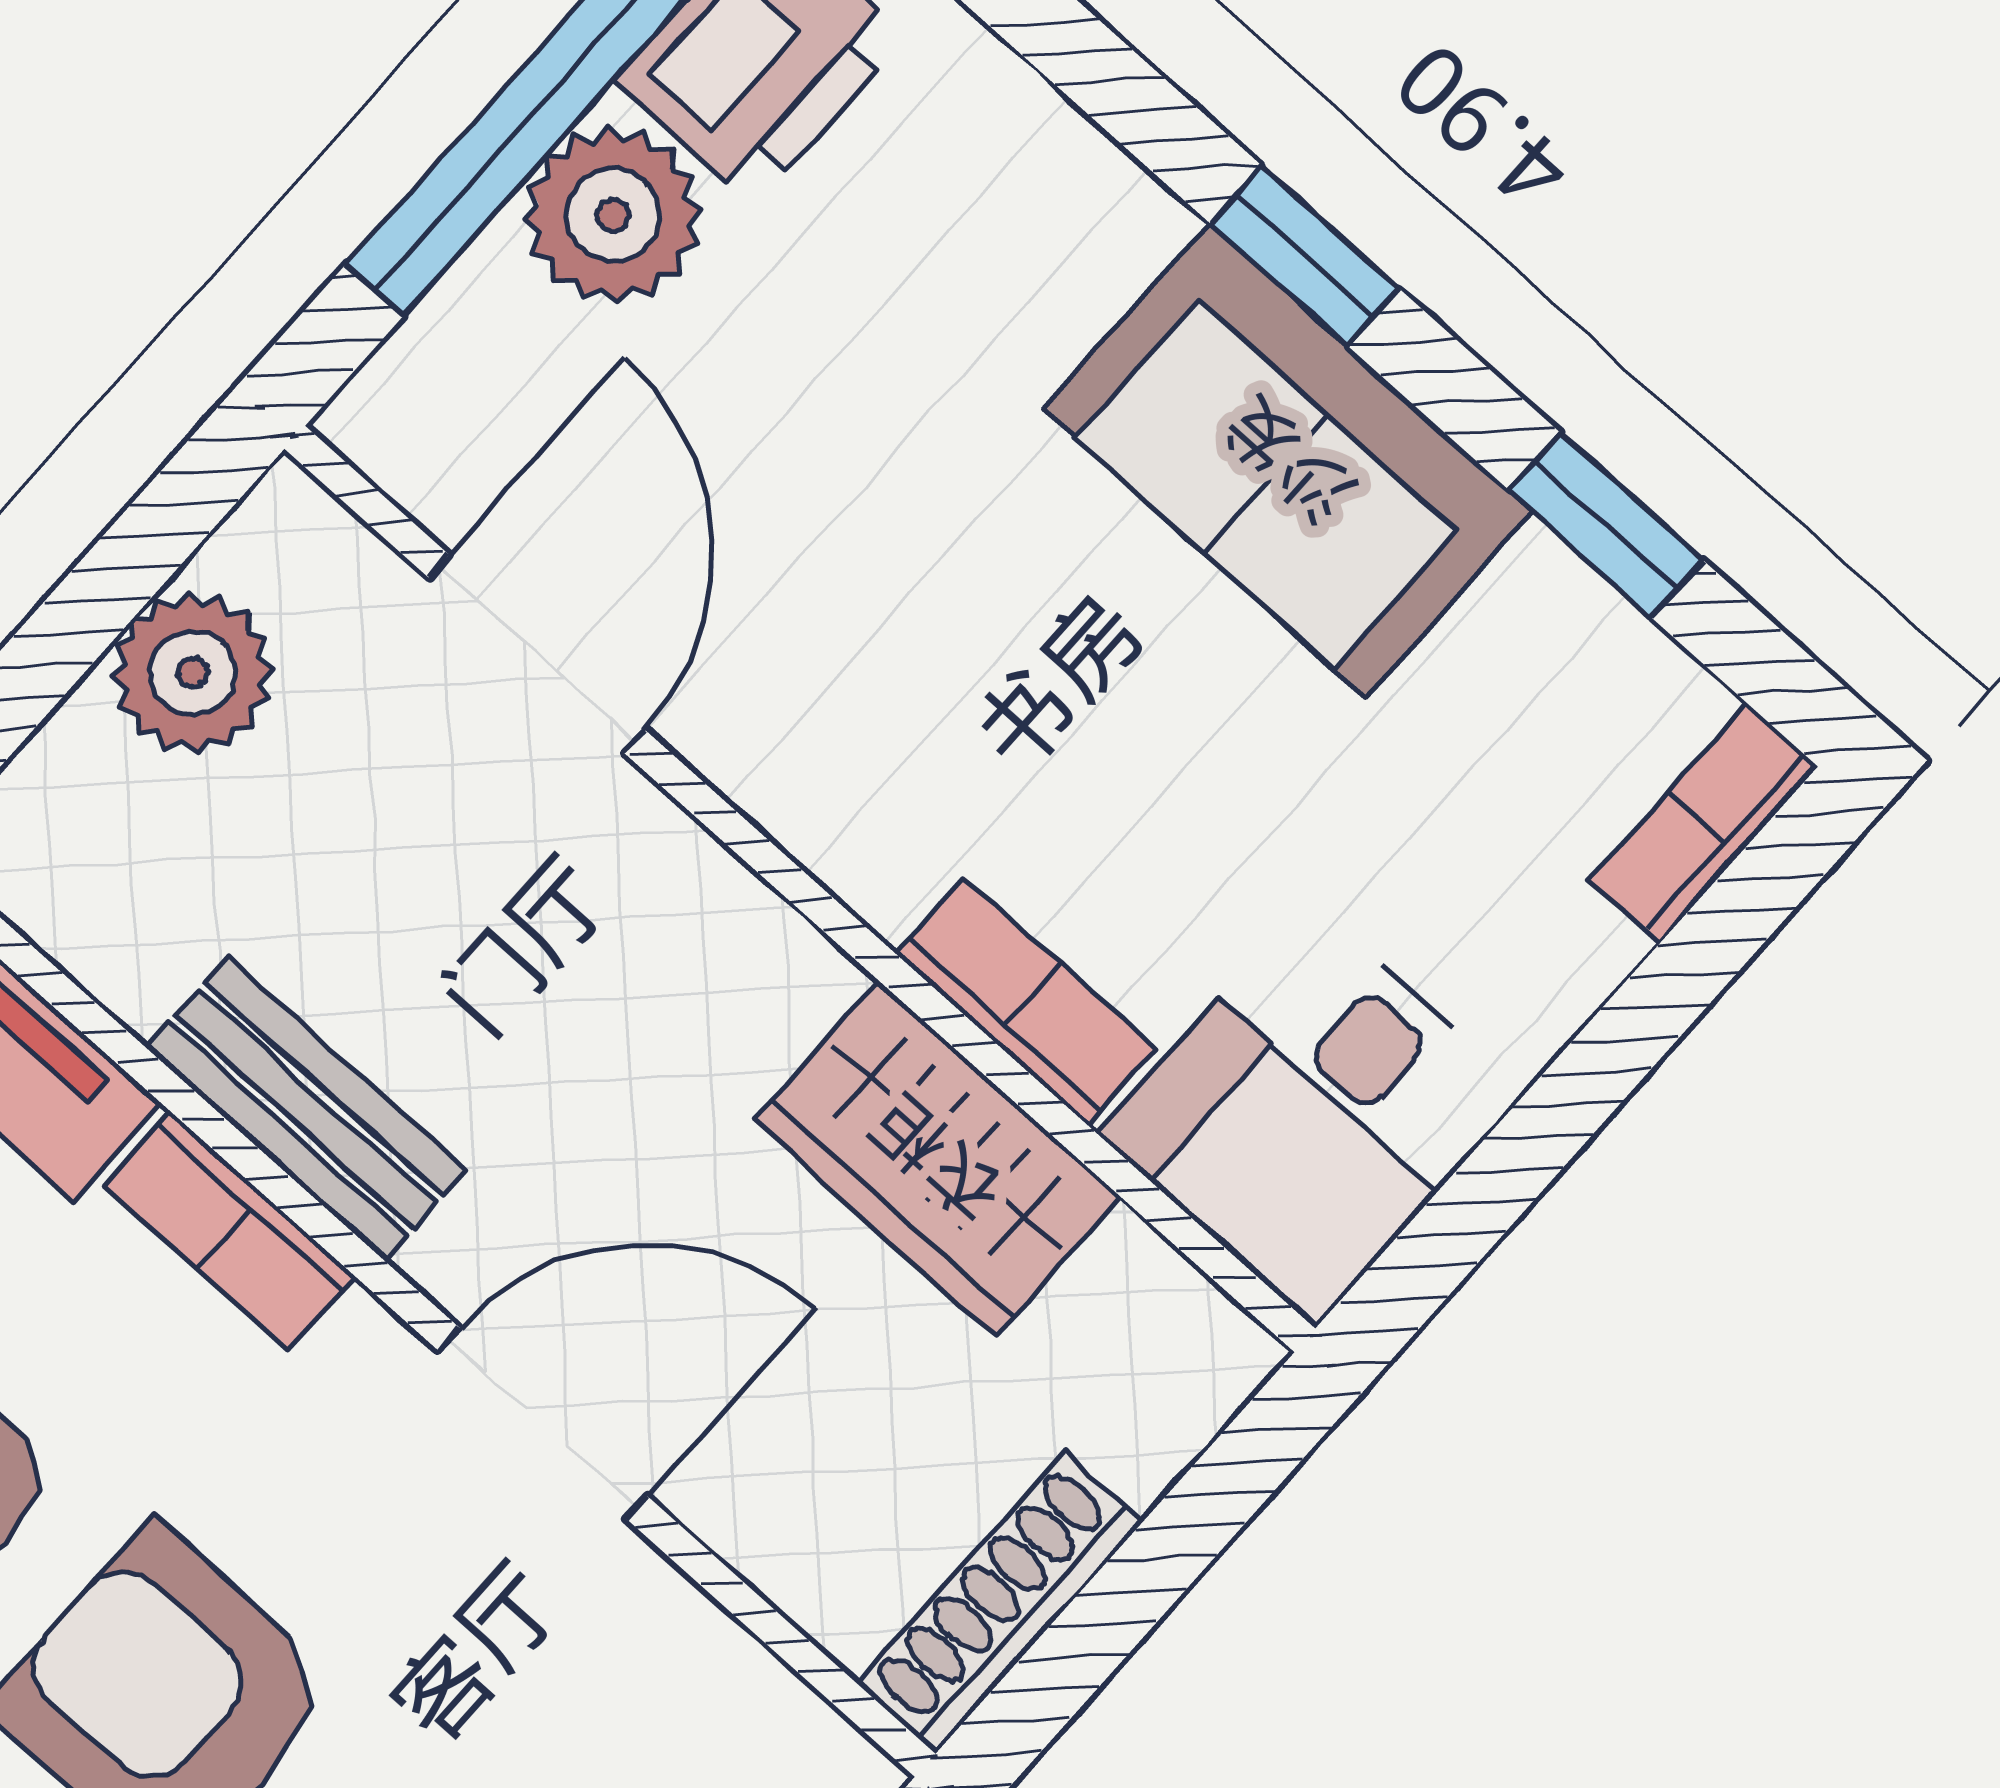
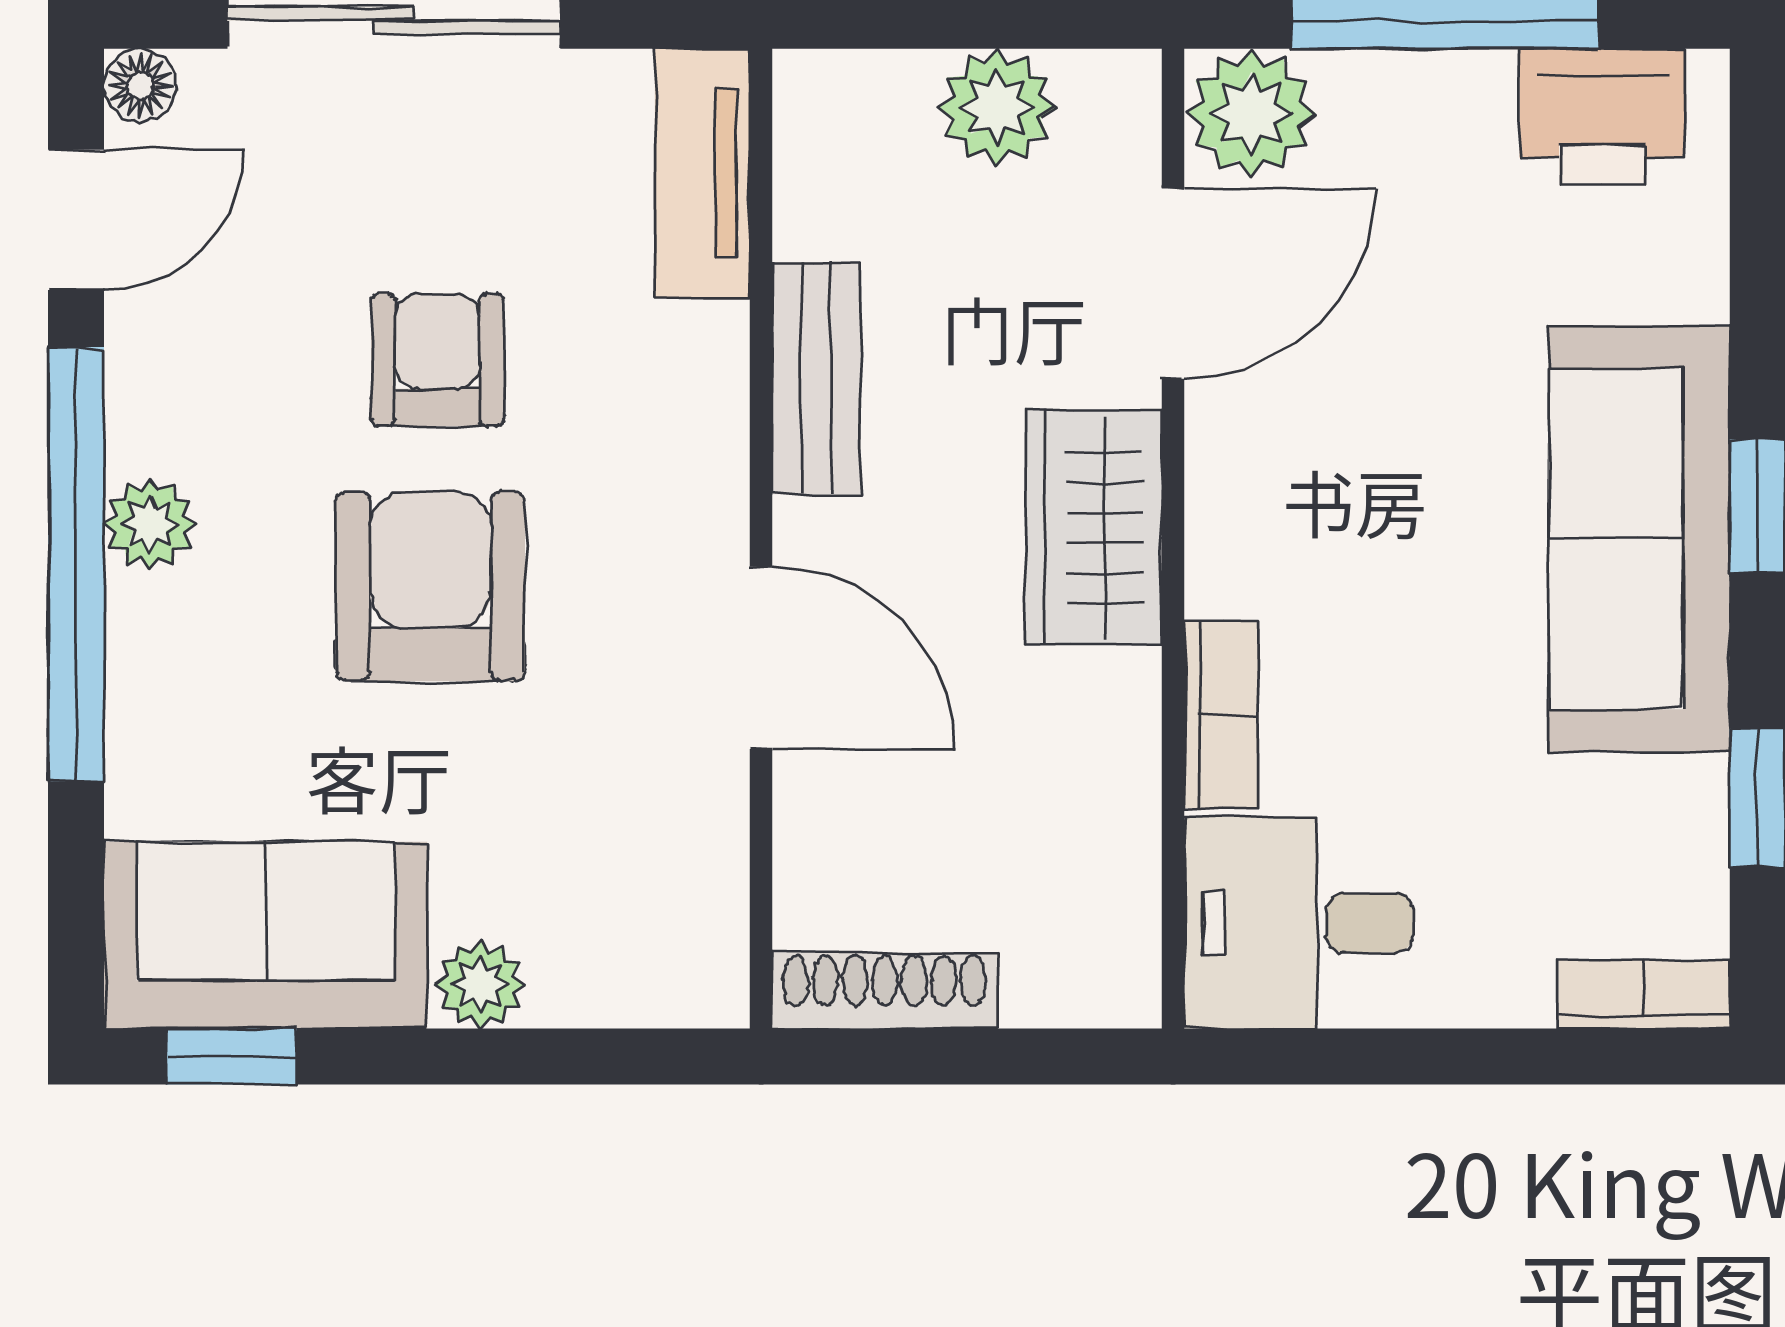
plant: (613, 215) -> (1251, 113), moved
sofa: (1288, 460) -> (1639, 539), width x1.36
wardrobe: (937, 1159) -> (1094, 527), moved
bookcase: (230, 1231) -> (714, 396), removed

